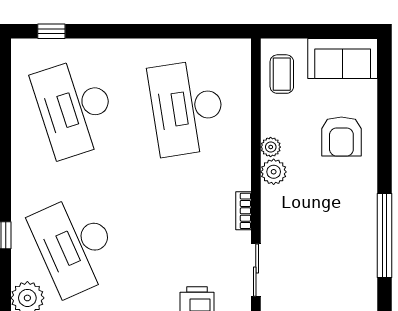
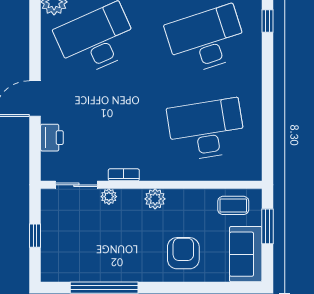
window: (308, 31) -> (268, 226), added
armchair: (341, 137) -> (183, 253), turned 90
plant: (271, 147) -> (109, 197), moved

